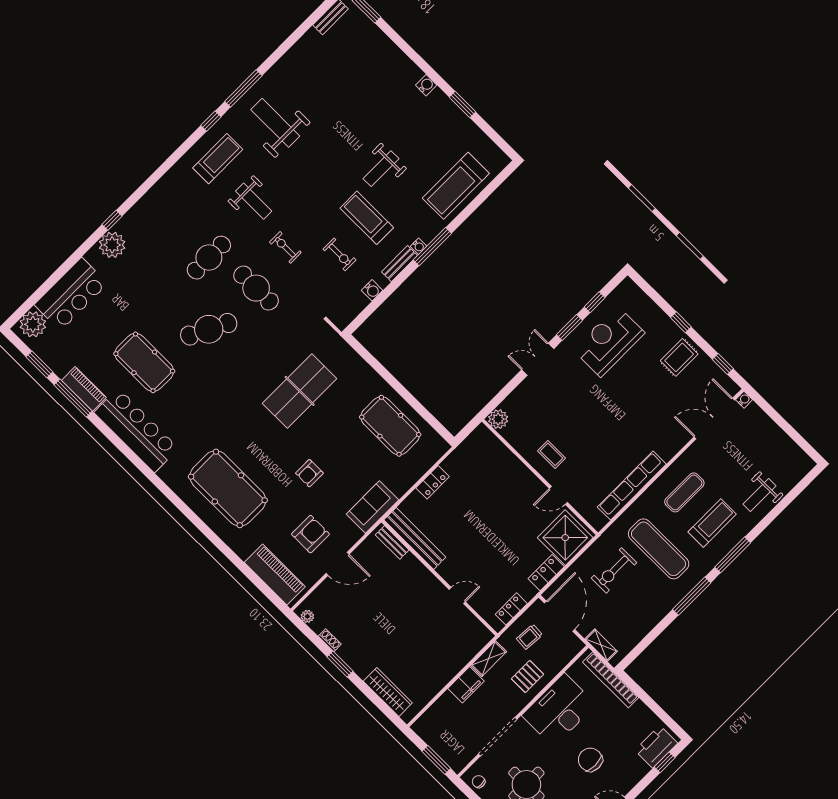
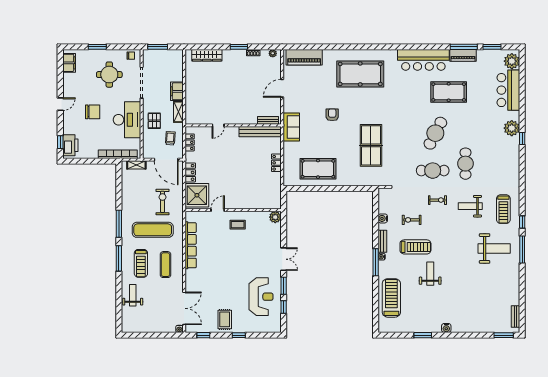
armchair: (310, 534) -> (306, 89), removed

